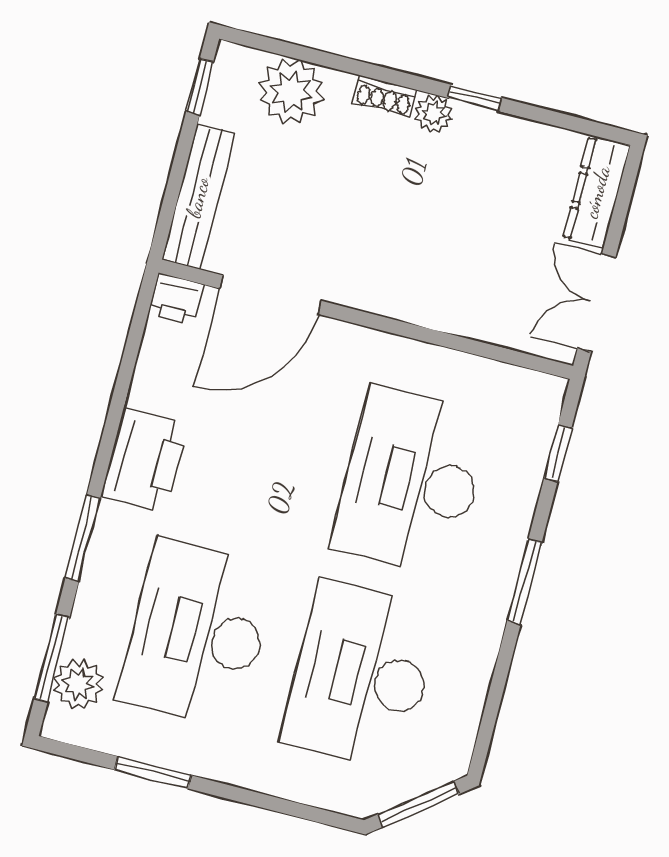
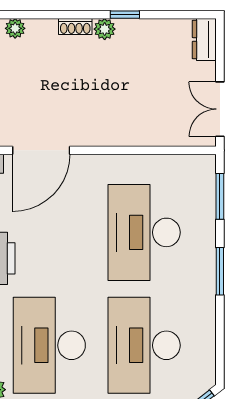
plant: (291, 92) -> (15, 28), width x0.53, depth x0.53
dresser: (597, 192) -> (204, 39), width x0.70
window: (558, 453) -> (220, 196), width x1.50

